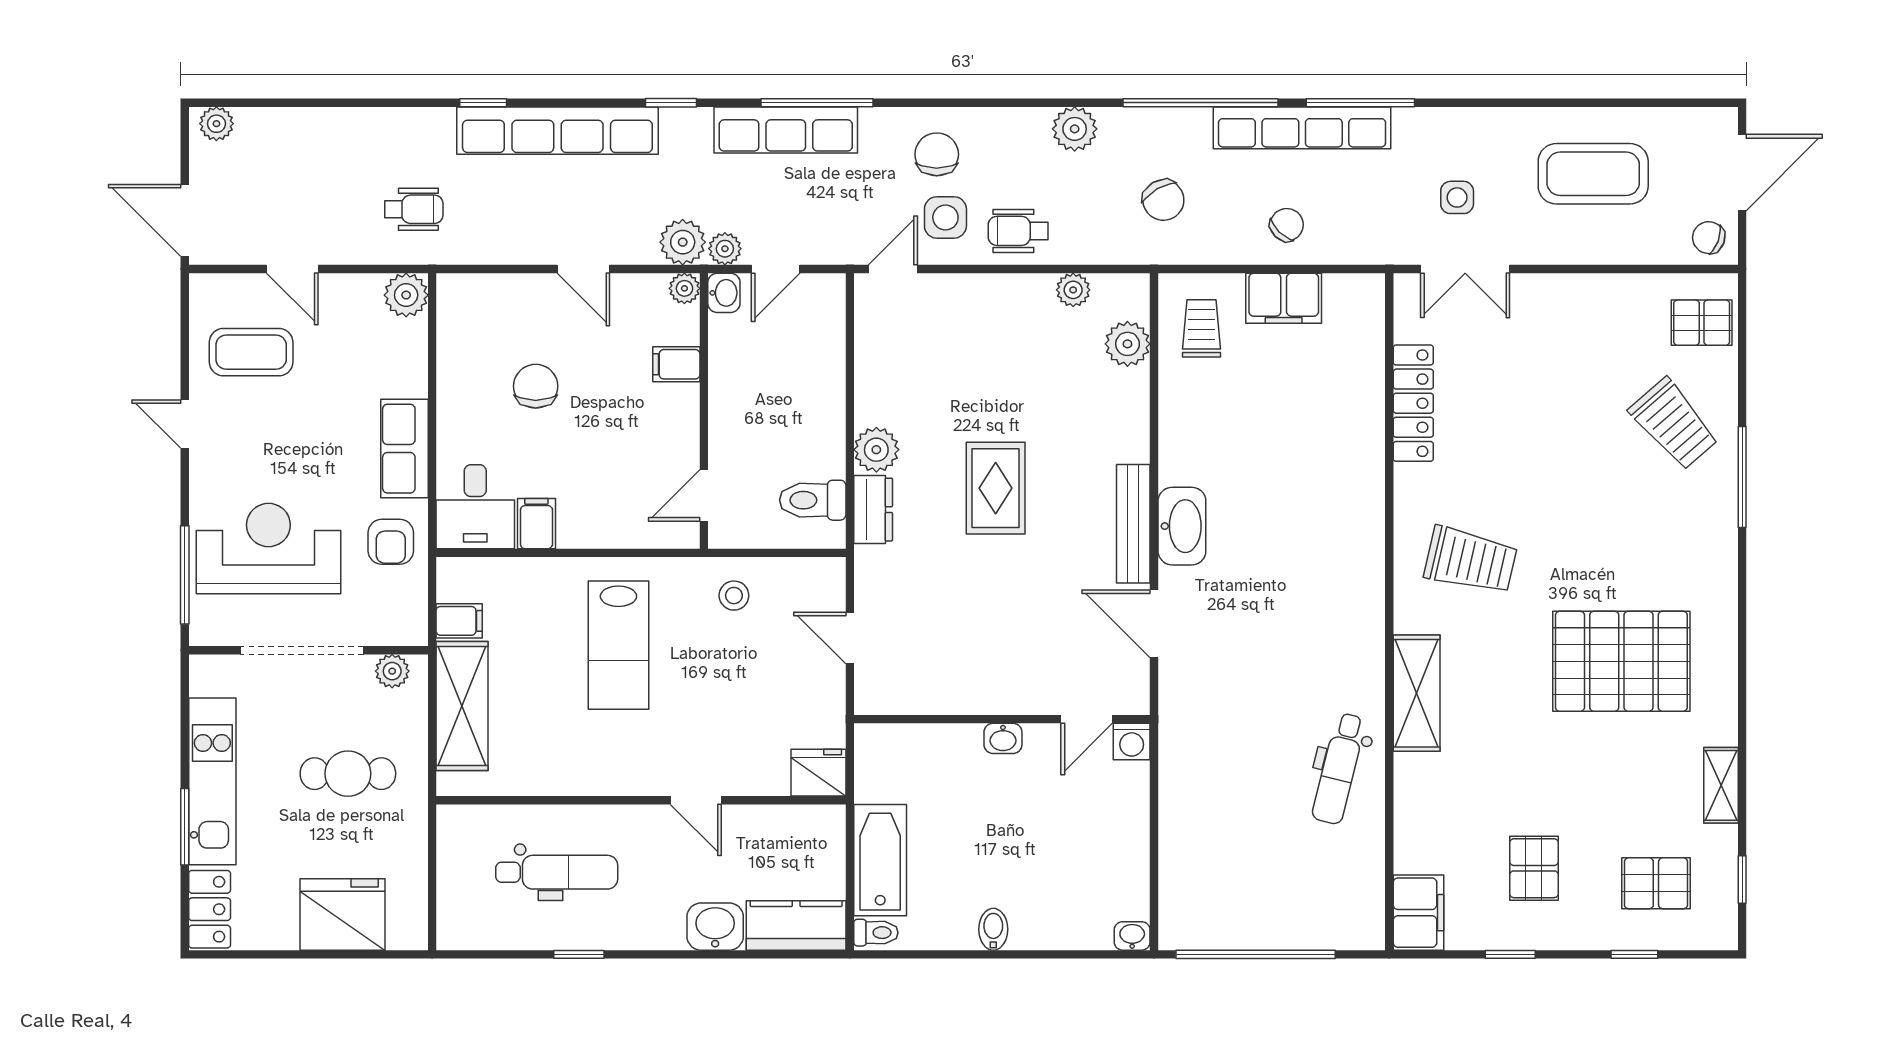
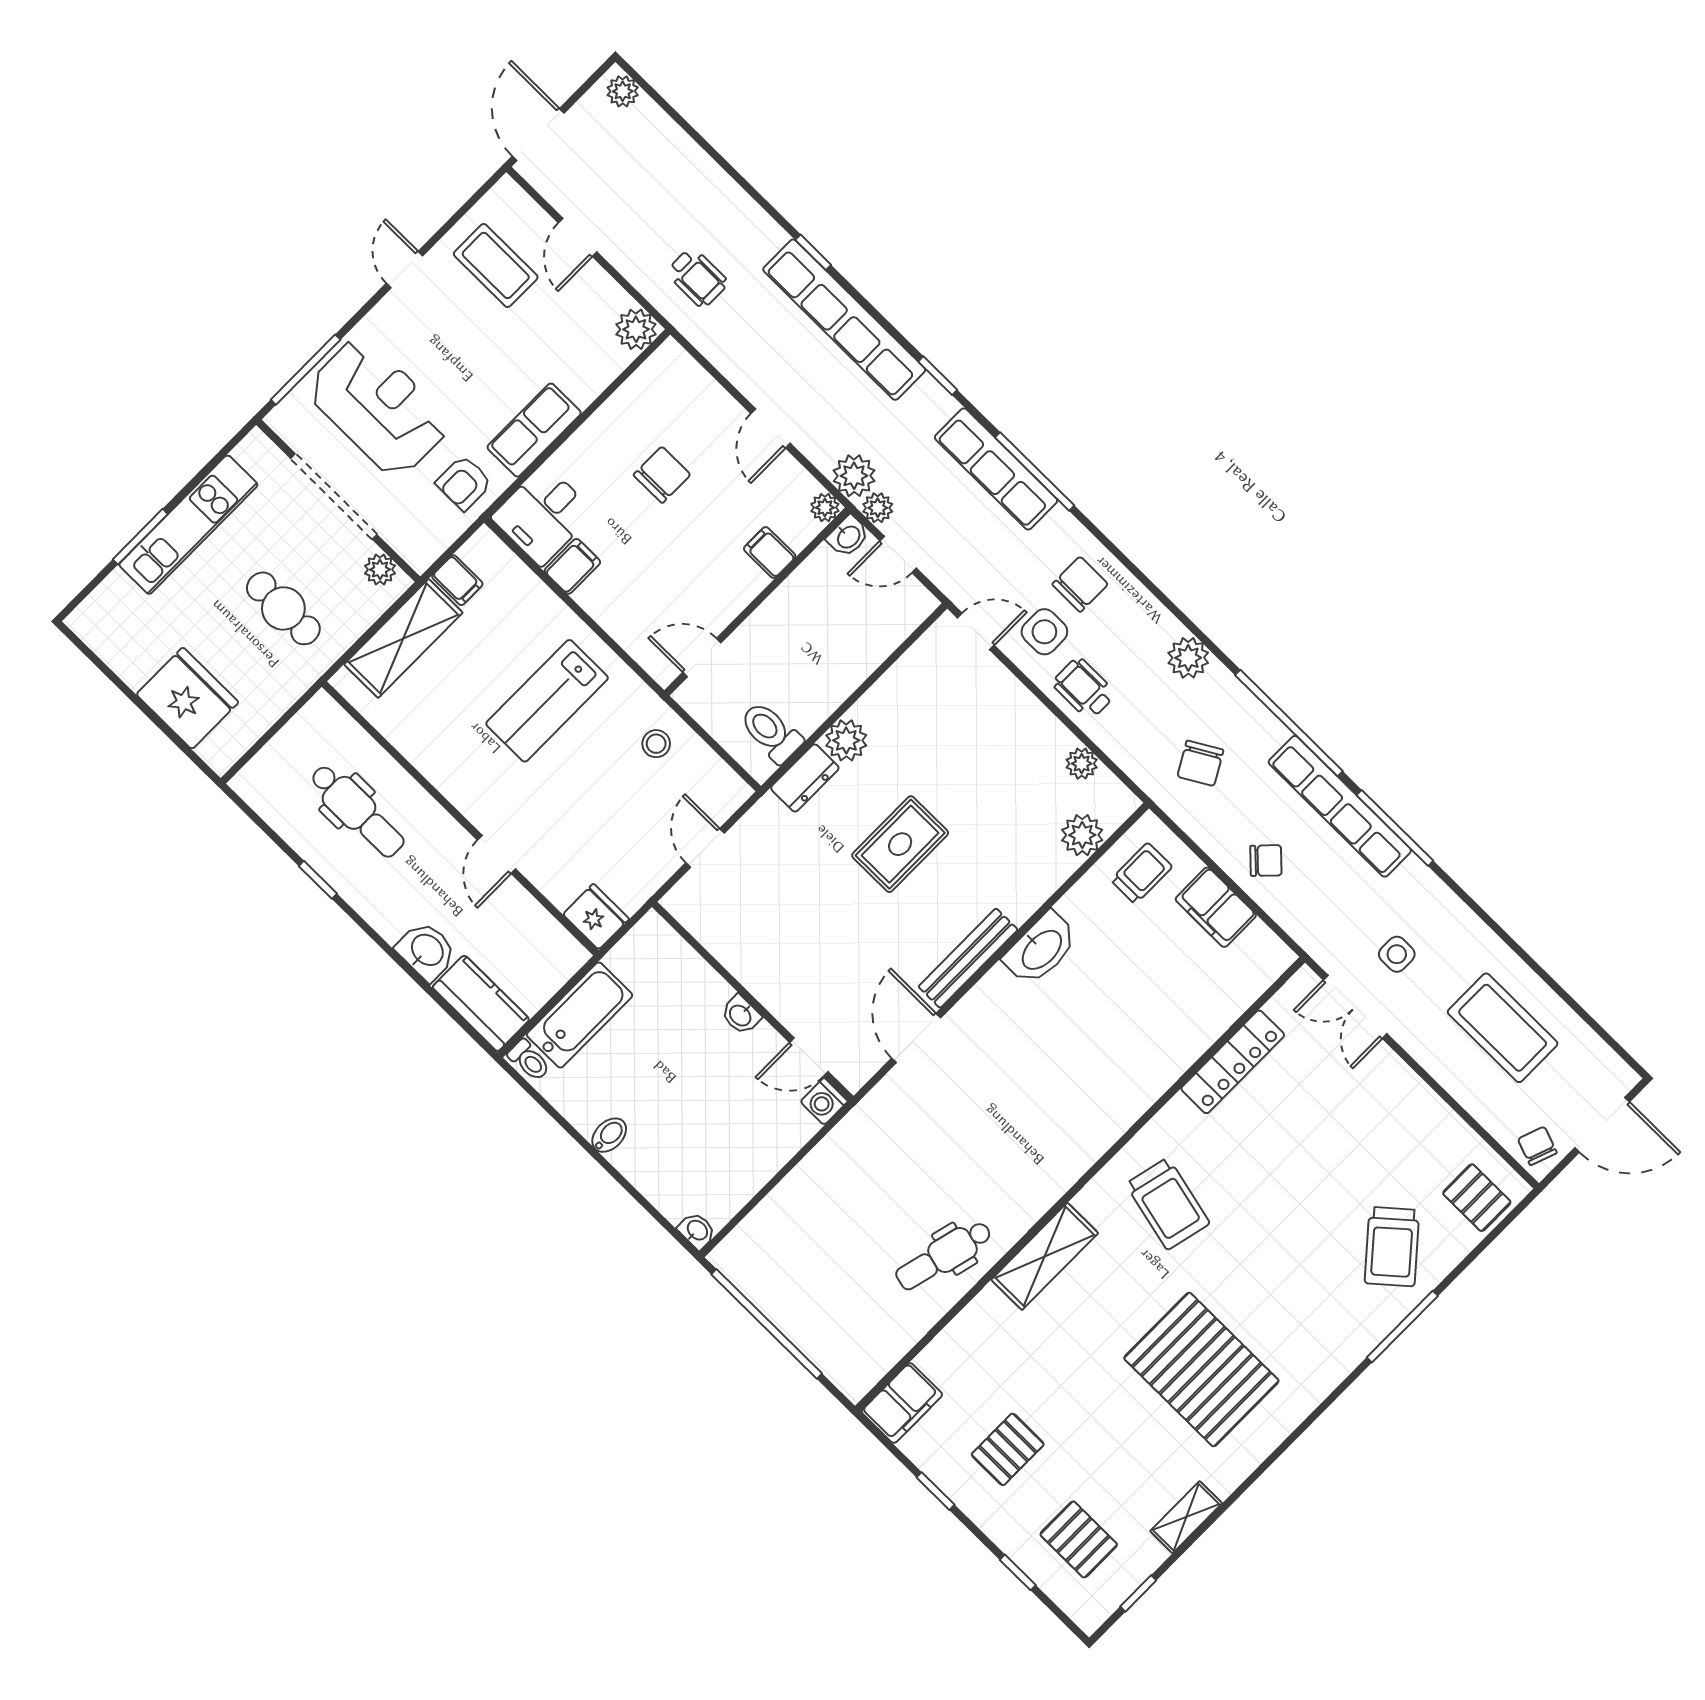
washbasin: (1182, 526) -> (1041, 949), moved
locker: (210, 909) -> (103, 608), removed

